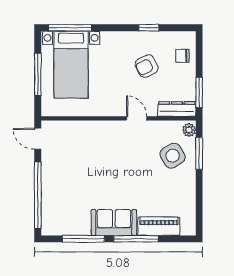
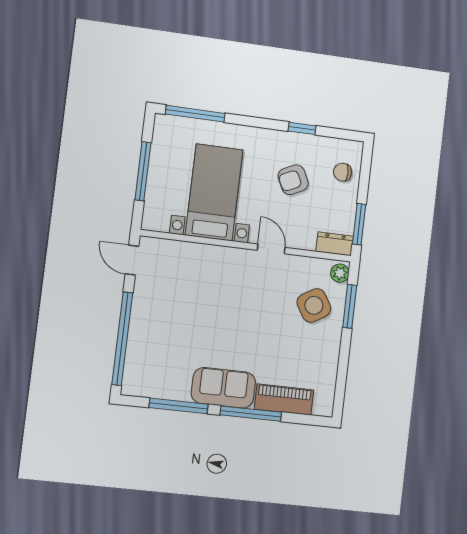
bed with nightstands: (71, 65) -> (214, 192), moved, turned 180
dresser: (177, 109) -> (335, 244), width x0.70

